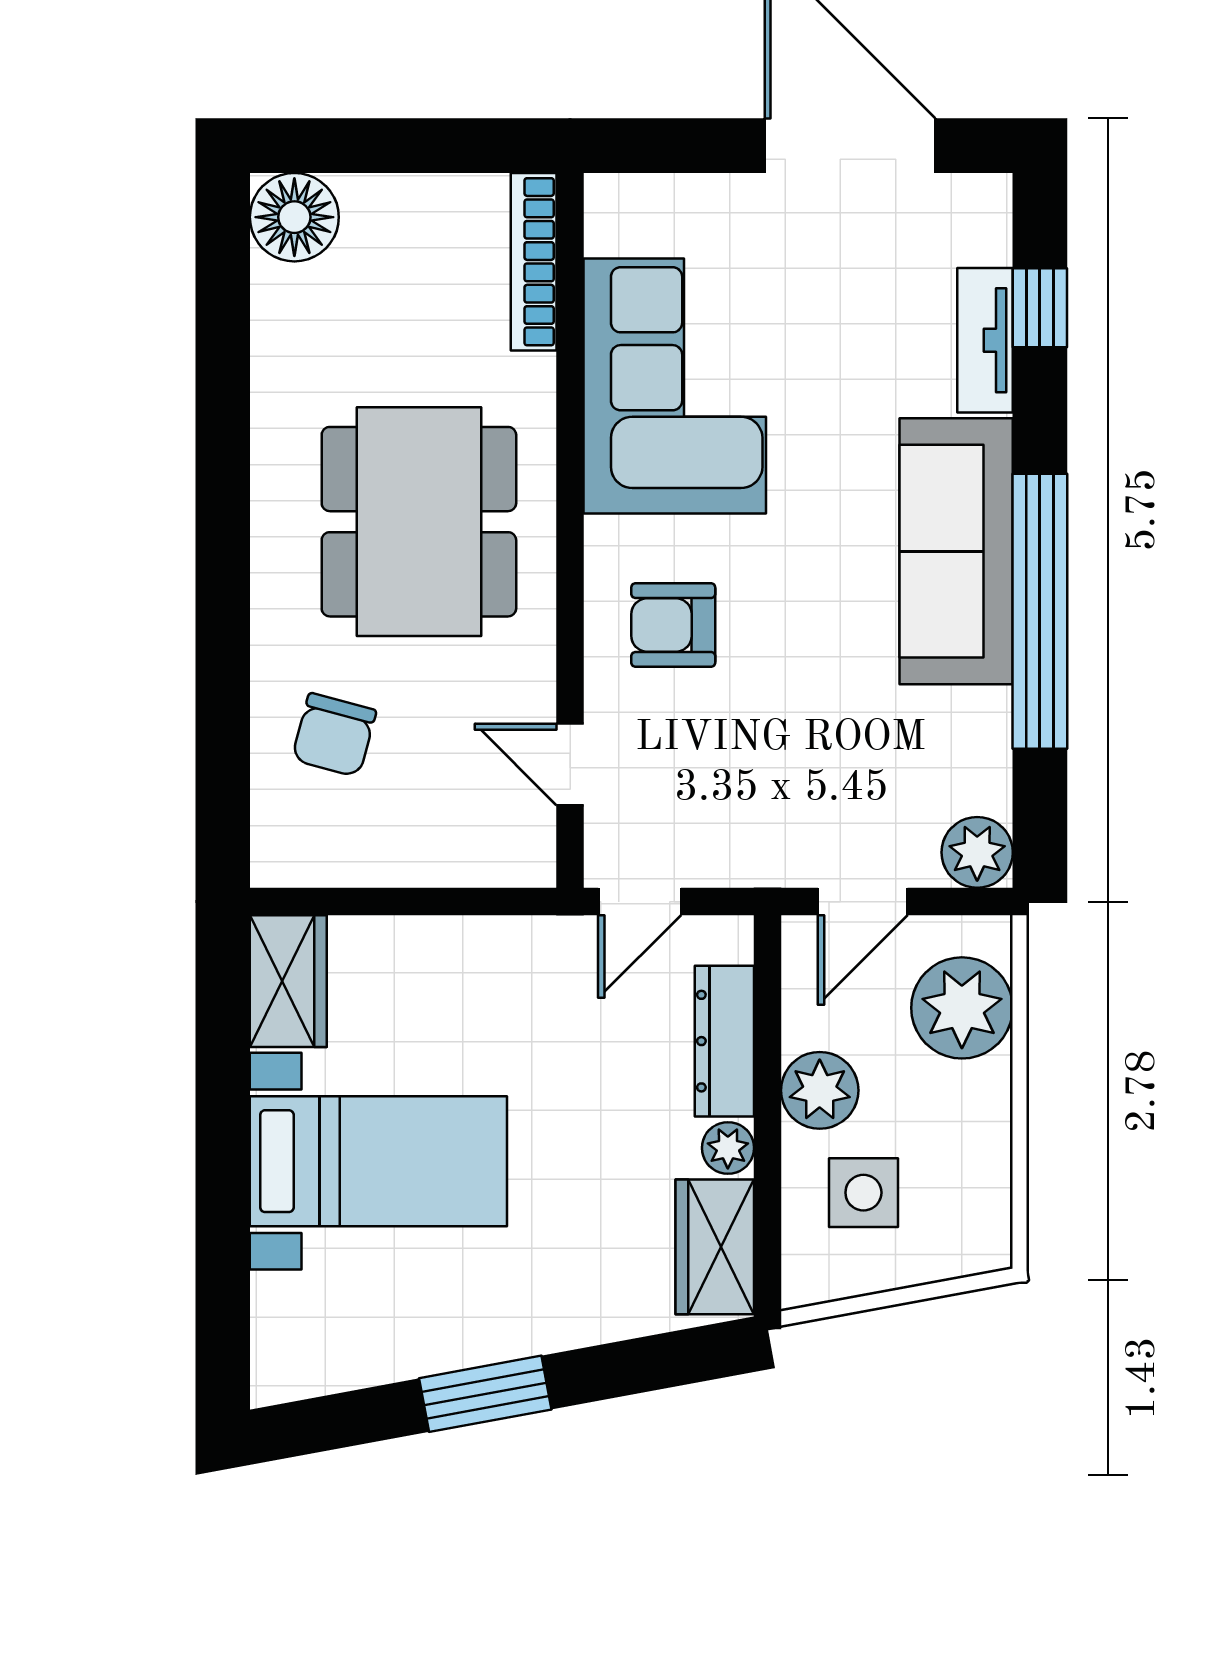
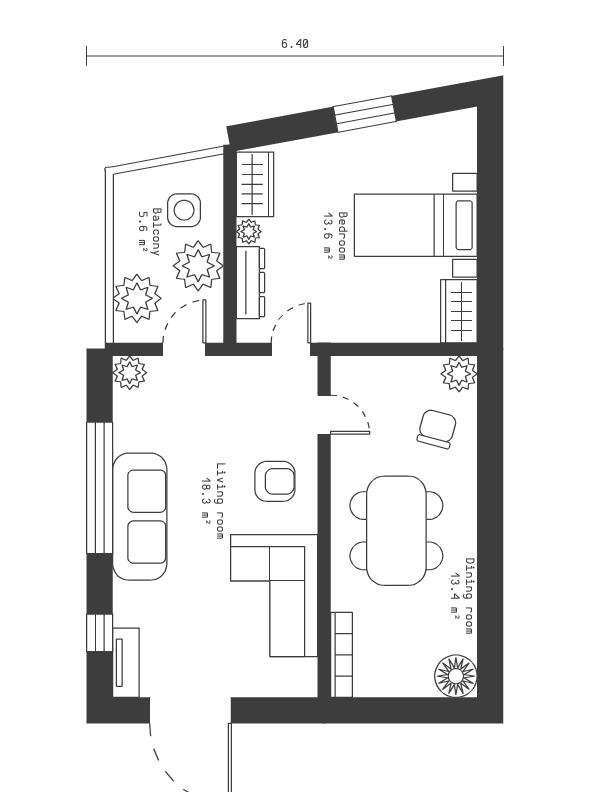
tv unit: (985, 340) -> (126, 663), moved
plant: (288, 850) -> (459, 374), added
plant: (820, 1090) -> (198, 266), width x1.36, depth x1.36

